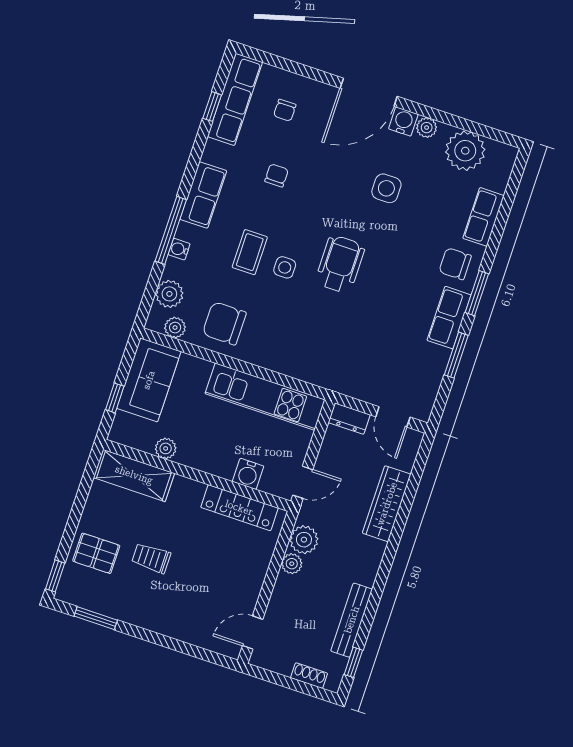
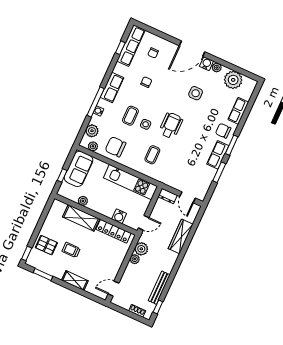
coffee table: (306, 332) -> (152, 155), added
shelving: (134, 475) -> (81, 218), moved
shelving: (166, 624) -> (75, 281), added

